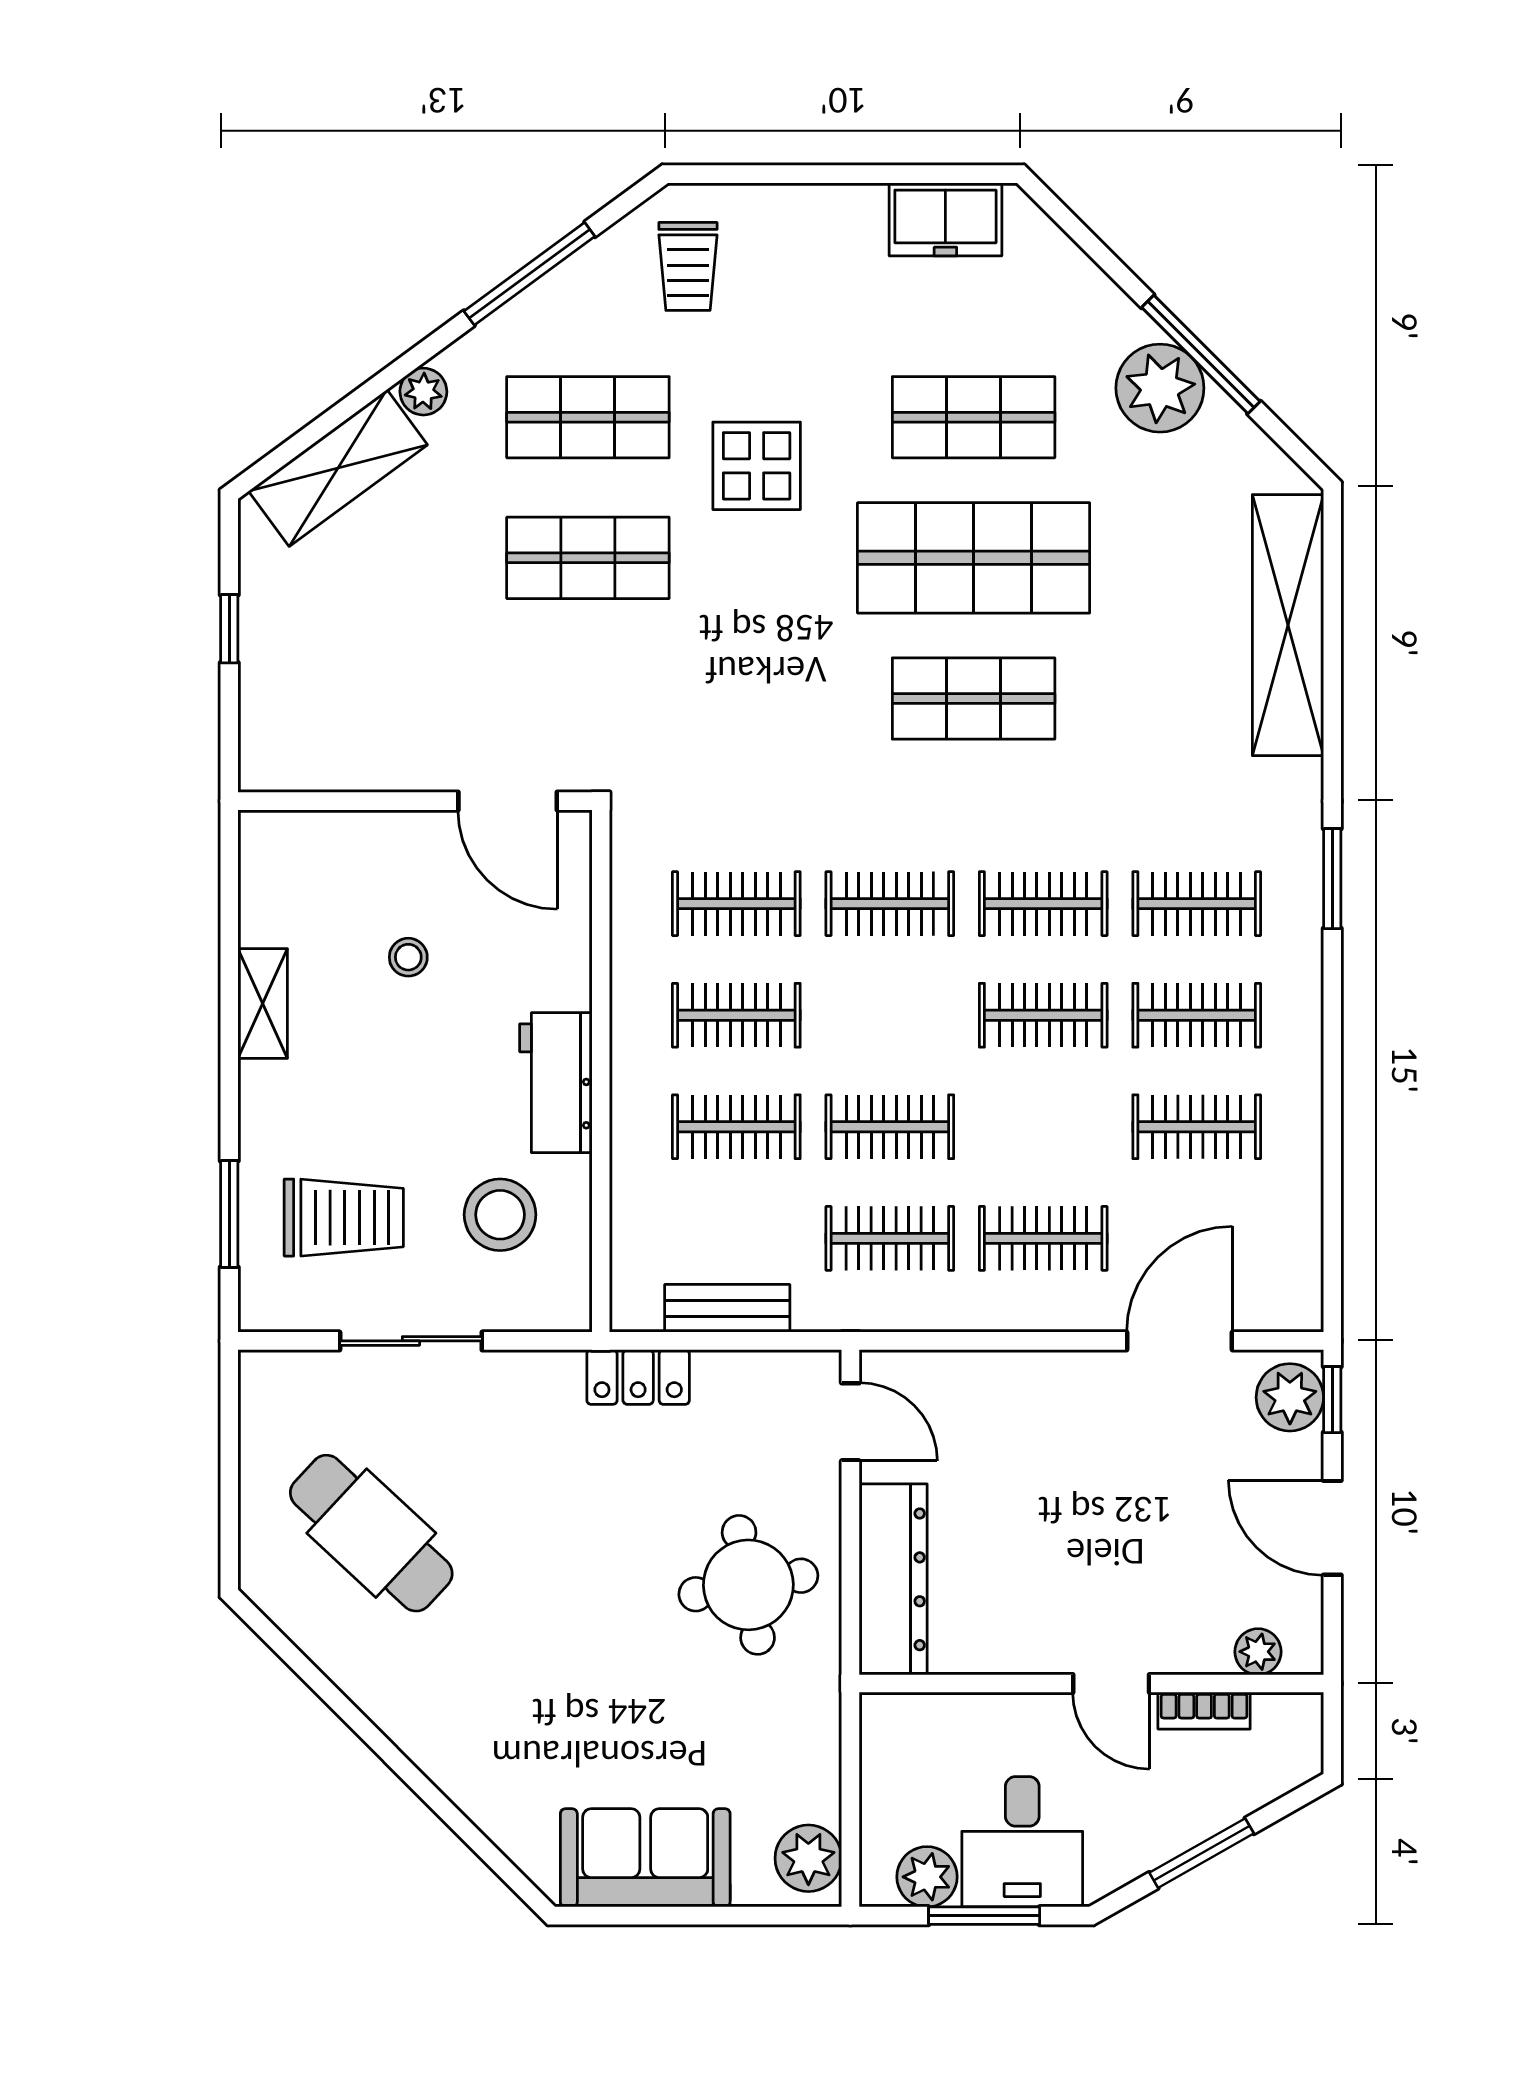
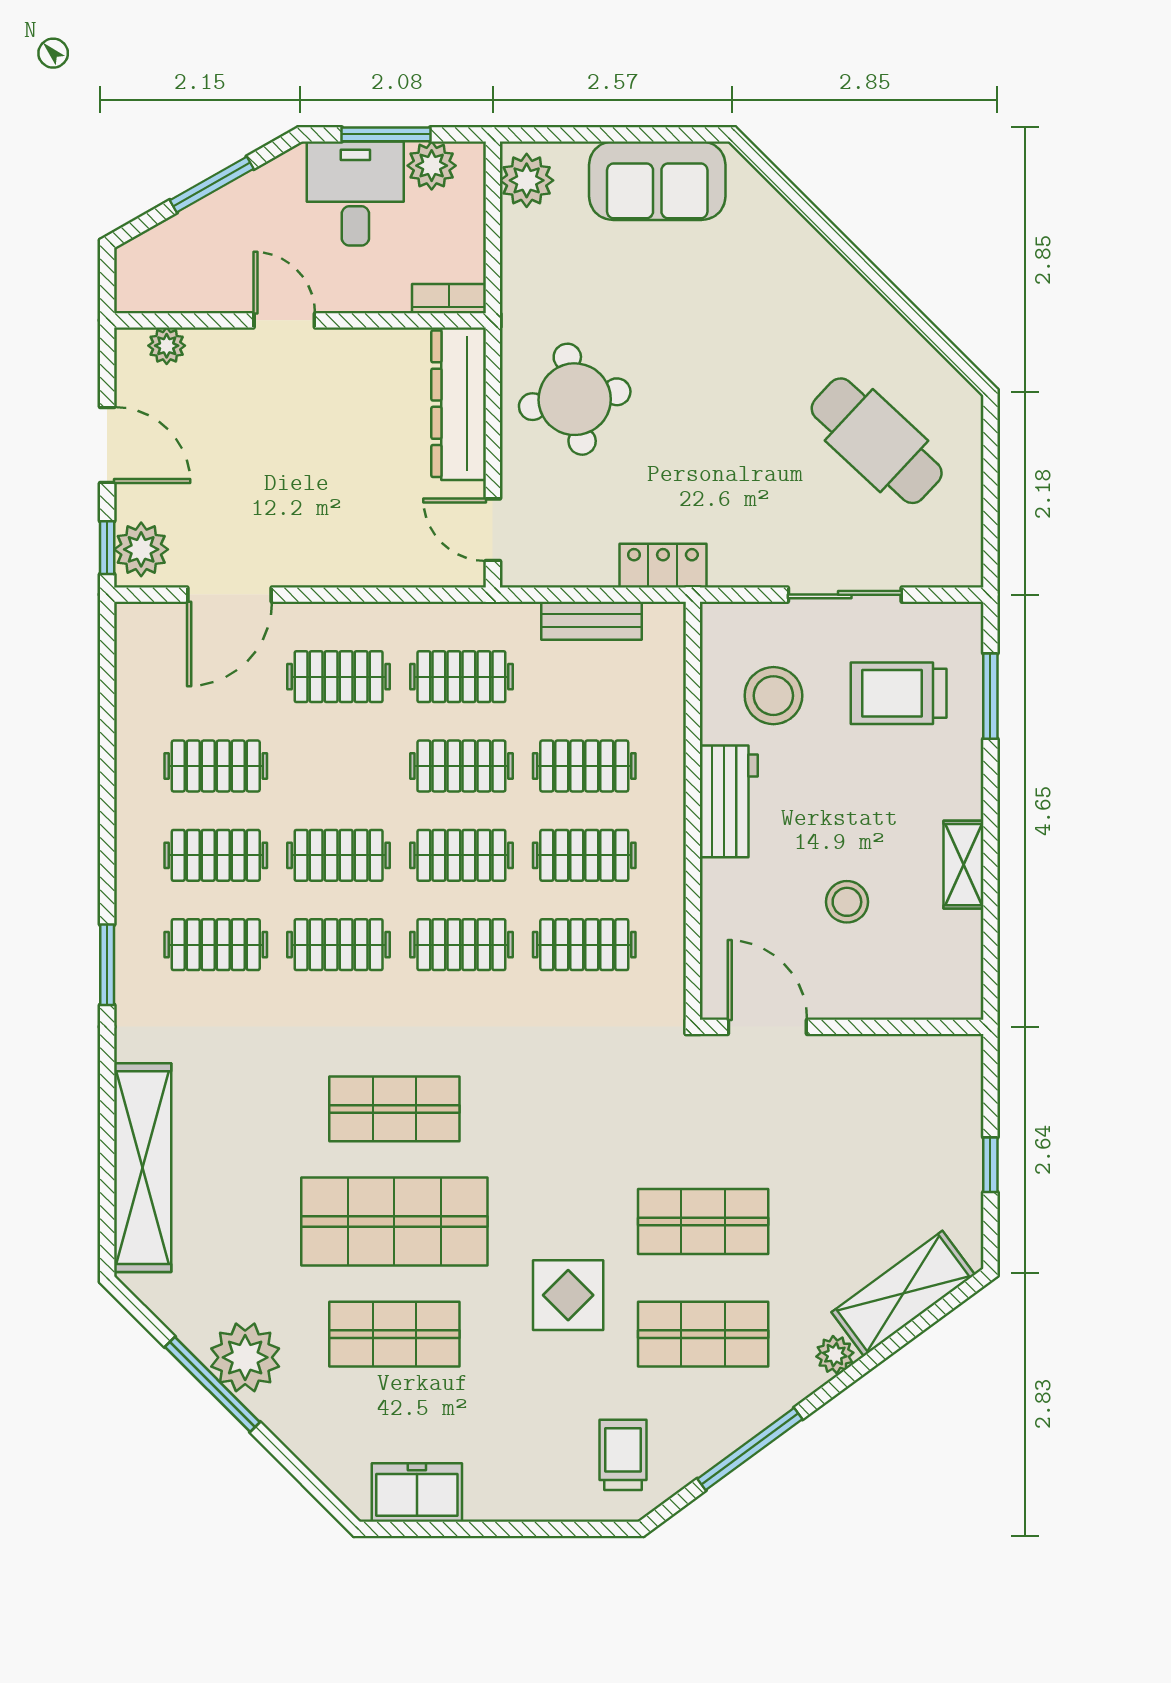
stool: (408, 957) -> (847, 902), width x1.37, depth x1.37
clothes rail: (890, 1015) -> (461, 855), added
bookcase: (1204, 1711) -> (449, 299), moved

